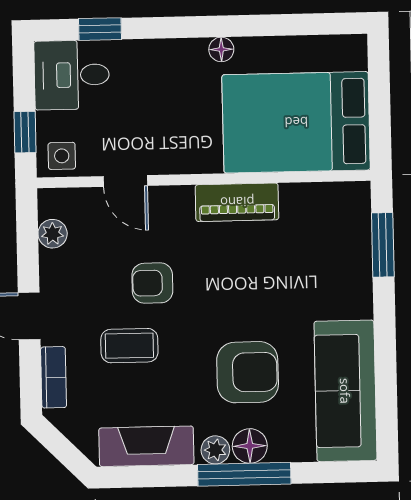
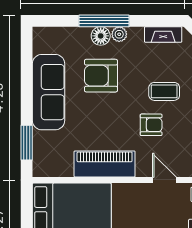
piano: (237, 202) -> (105, 164), width x1.37, depth x1.33
sofa: (345, 391) -> (49, 92), moved
fireplace: (146, 446) -> (163, 35), width x0.73, depth x0.76

